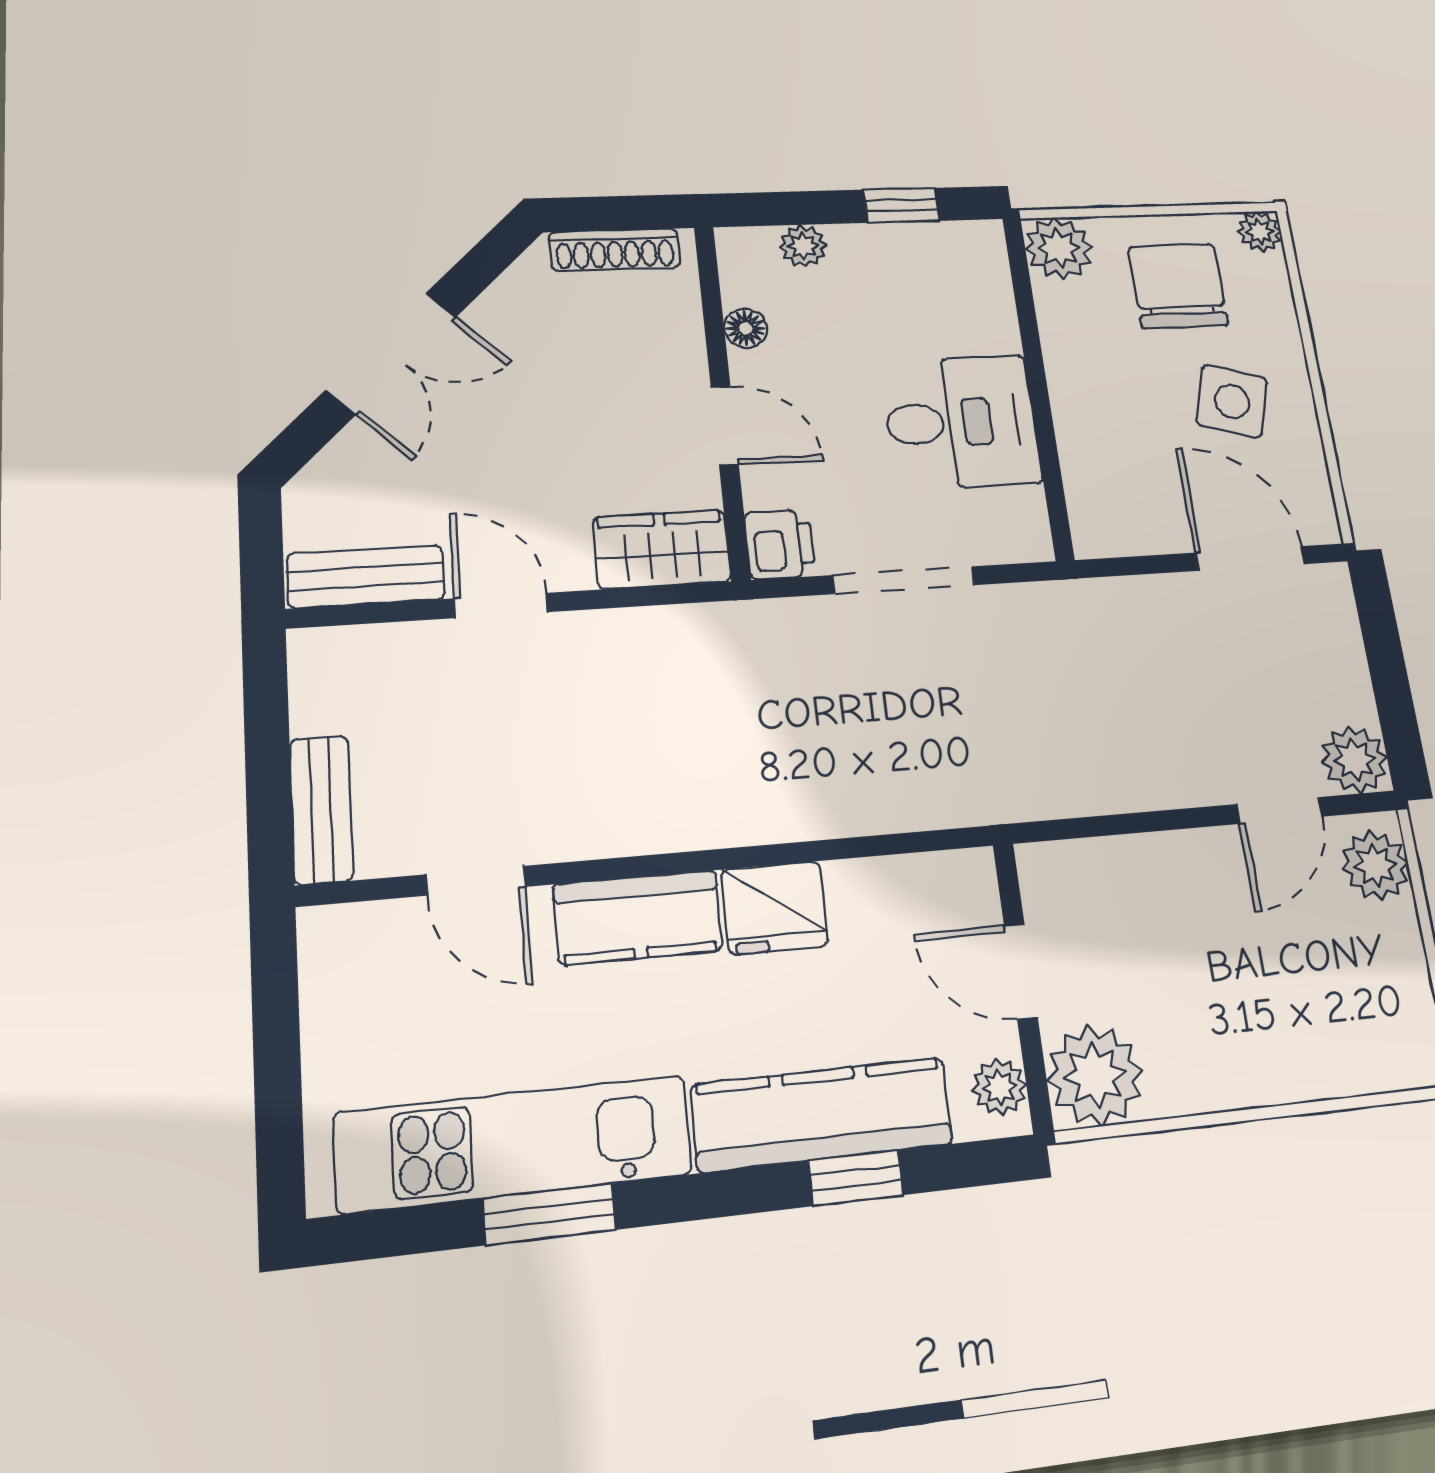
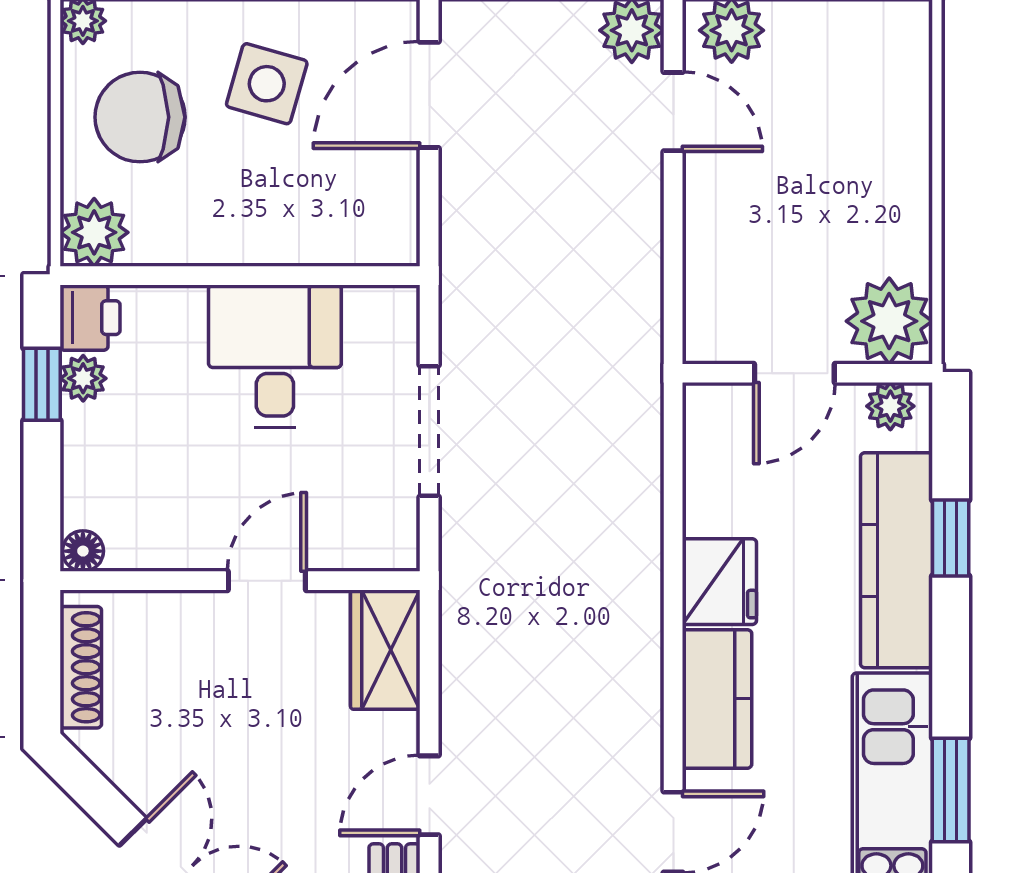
plant: (803, 246) -> (83, 378), moved
floor lamp: (746, 328) -> (83, 551), moved
printer: (780, 544) -> (90, 318), moved, turned 90

